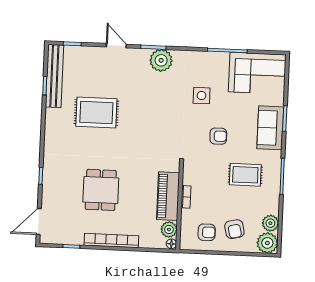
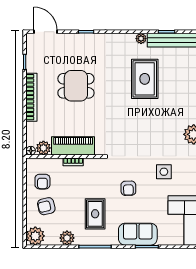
plant: (51, 115) -> (141, 39), added
plant: (270, 223) -> (67, 238), moved

